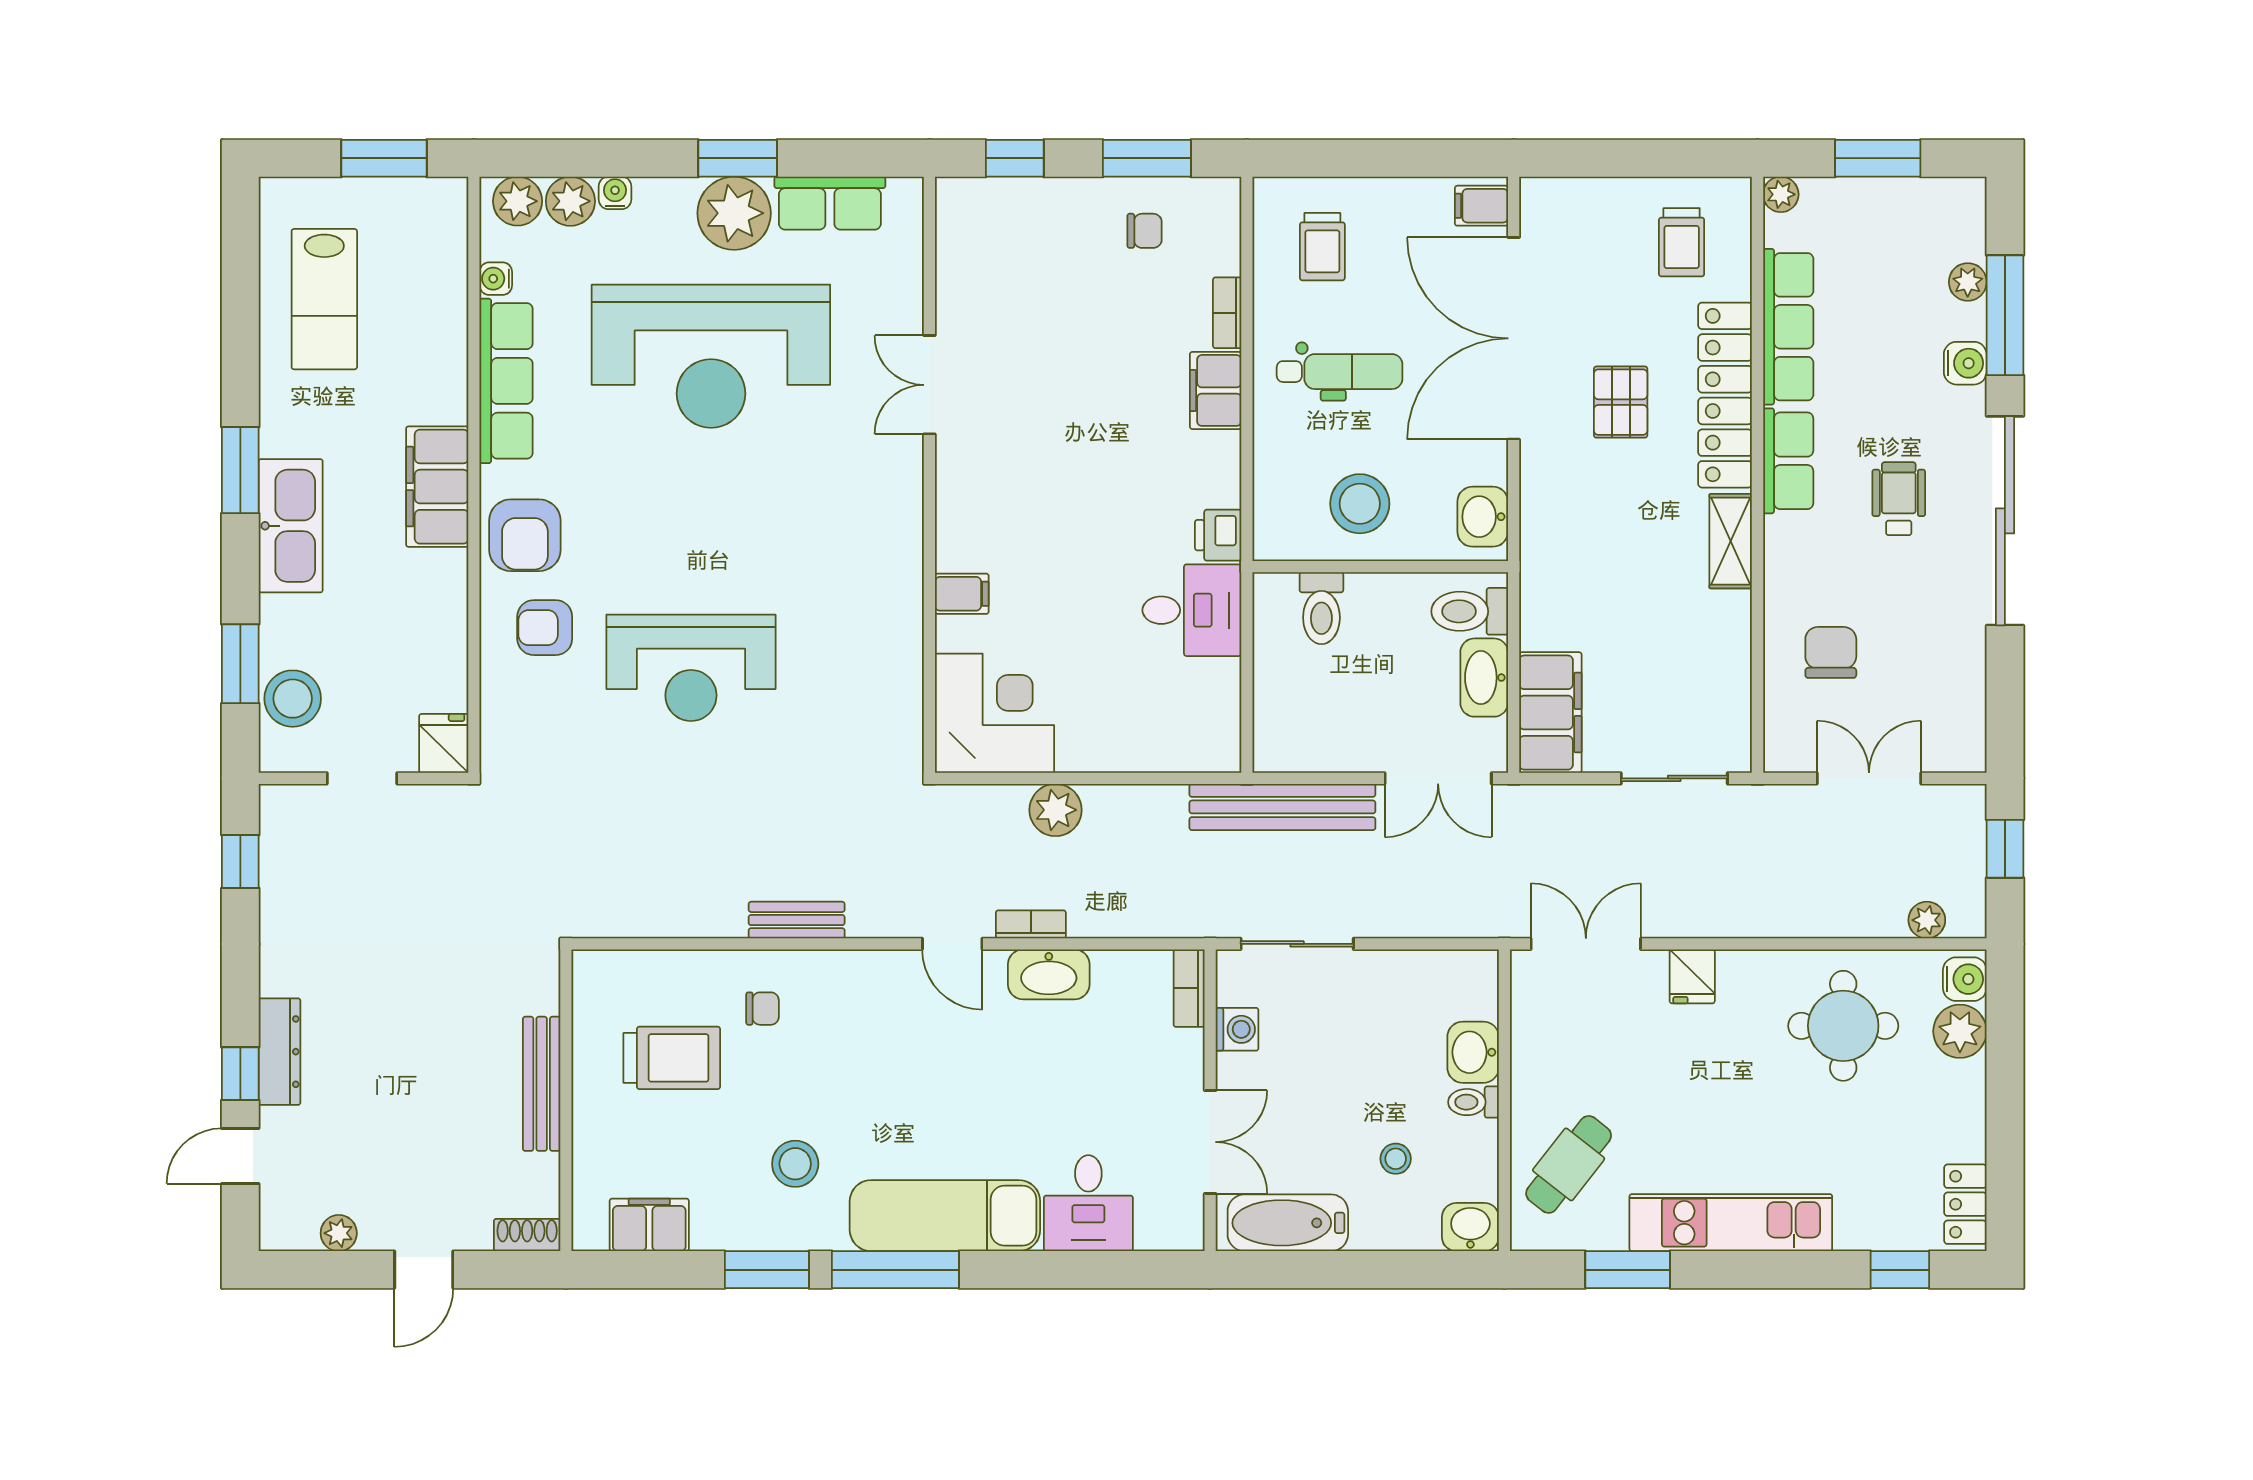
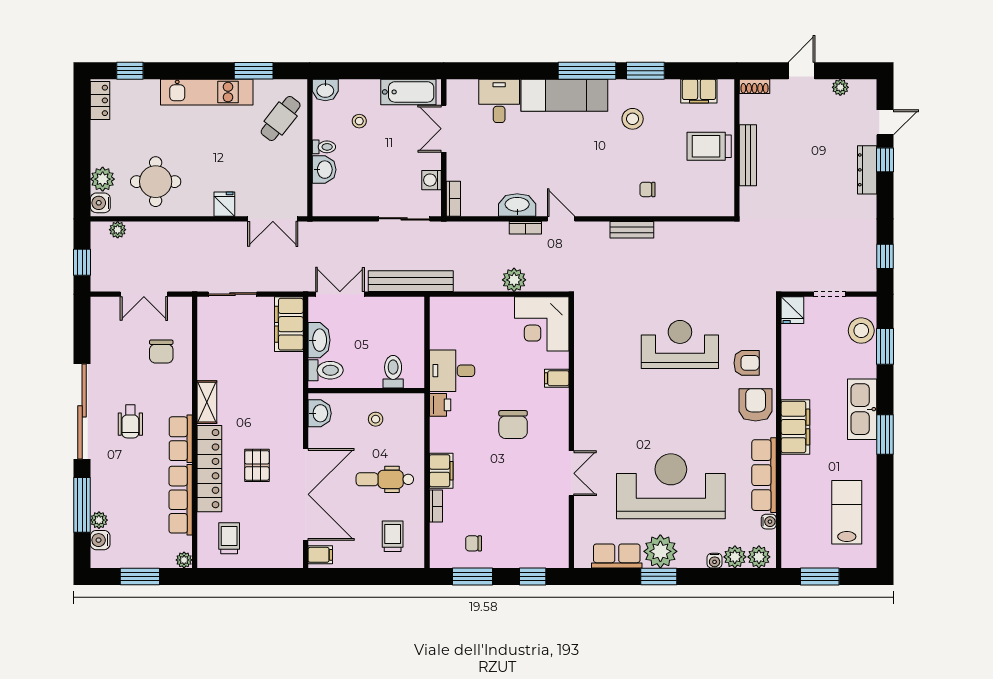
water cooler: (1965, 363) -> (100, 540), moved
chair: (1058, 492) -> (513, 425), added
stool: (1360, 504) -> (376, 419), width x0.53, depth x0.53
trolley: (672, 1058) -> (709, 146), moved

